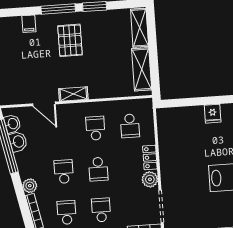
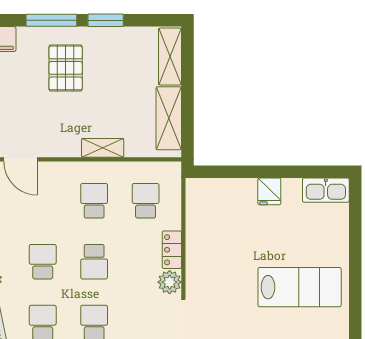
shelving: (73, 94) -> (103, 148), moved
school desk: (130, 126) -> (146, 201), turned 180

